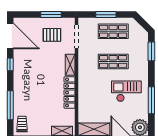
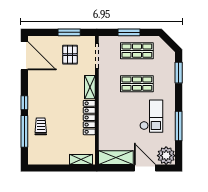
pallet: (52, 35) -> (70, 55), turned 90
window: (10, 64) -> (24, 103), moved
checkout: (126, 91) -> (151, 116), turned 90
trolley: (22, 124) -> (41, 126), moved

